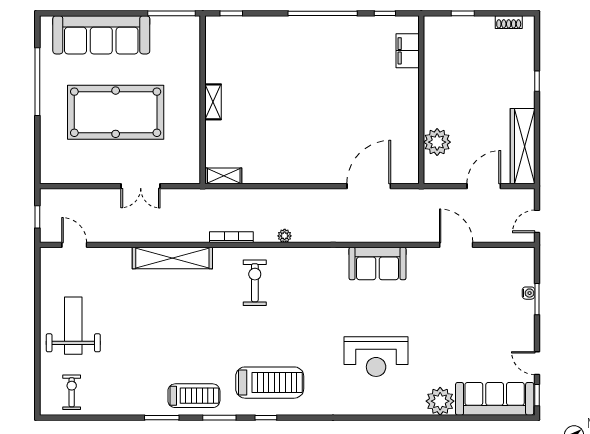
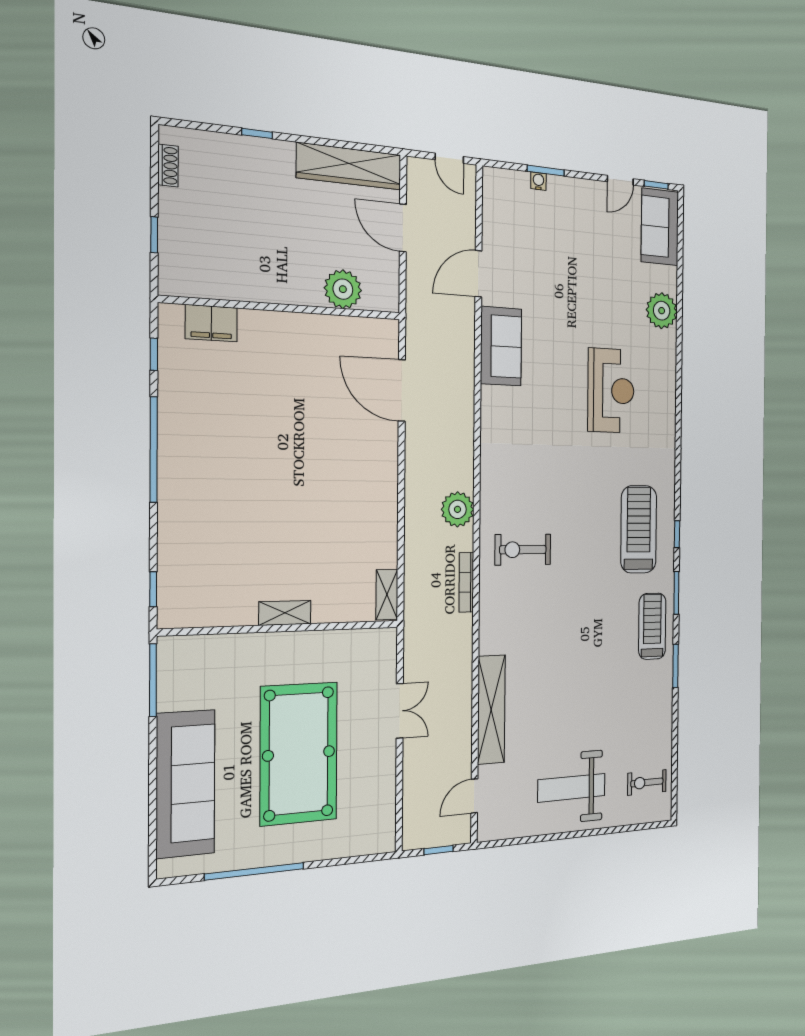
plant: (285, 236) -> (458, 509), width x1.88, depth x1.88
shelving: (172, 258) -> (491, 710), moved
sofa: (377, 263) -> (501, 346), moved
sofa: (495, 399) -> (660, 227), width x0.73

